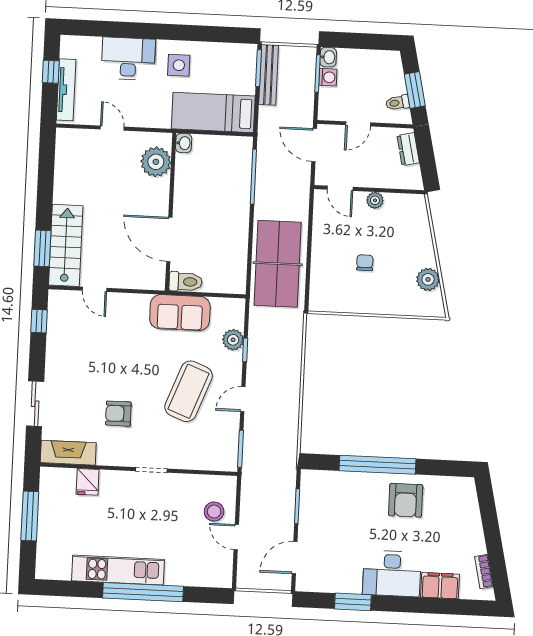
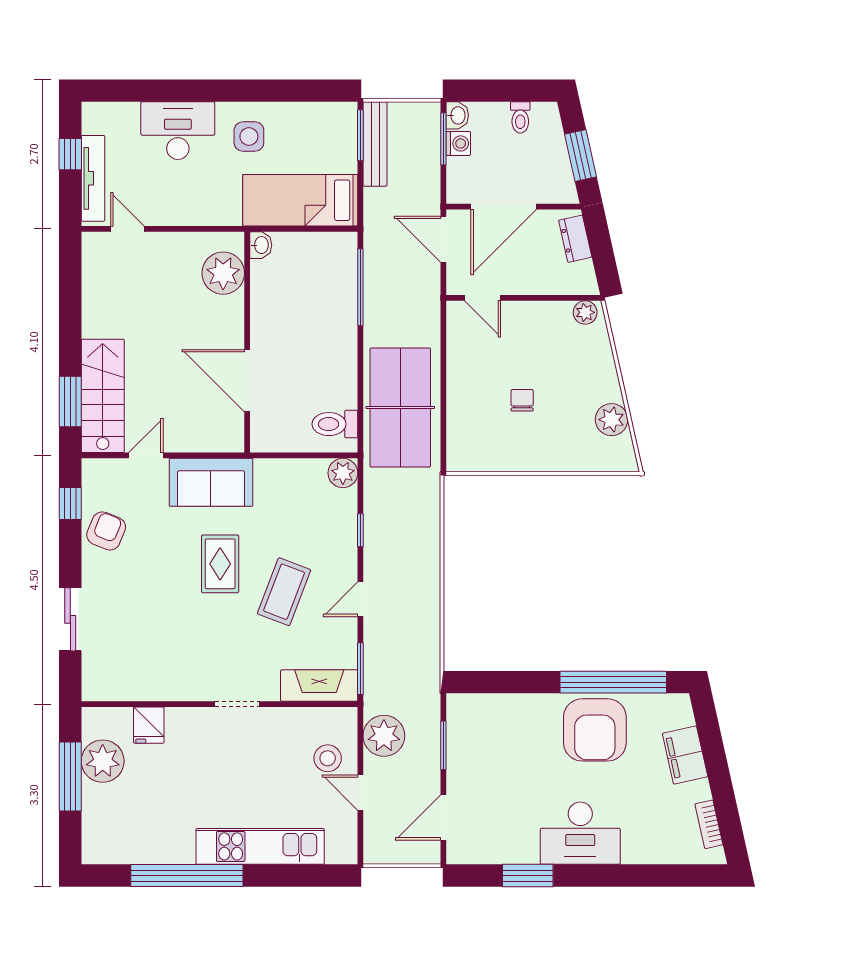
toilet: (398, 103) -> (520, 117), moved, turned -77
door: (358, 124) -> (504, 207), width x1.87
door: (112, 128) -> (127, 229), moved
plant: (375, 200) -> (585, 312), moved
toilet: (186, 282) -> (335, 424), moved, turned 180
door: (95, 289) -> (146, 455), swing flipped
sofa: (180, 313) -> (211, 482), moved
plant: (233, 340) -> (343, 473), moved
rug: (144, 369) -> (220, 564), added
coffee table: (189, 391) -> (284, 592), width x0.73, depth x0.76
armchair: (118, 414) -> (106, 531), moved, turned 112
fireplace: (68, 453) -> (319, 686), moved
window: (378, 465) -> (613, 682), moved
plant: (255, 497) -> (384, 736), added
armchair: (406, 500) -> (595, 730), width x1.36, depth x1.36
plant: (53, 506) -> (103, 761), added
kitchen unit: (118, 570) -> (260, 846), moved
filing cabinet: (440, 586) -> (685, 755), moved, turned -103
window: (143, 592) -> (187, 876), moved

